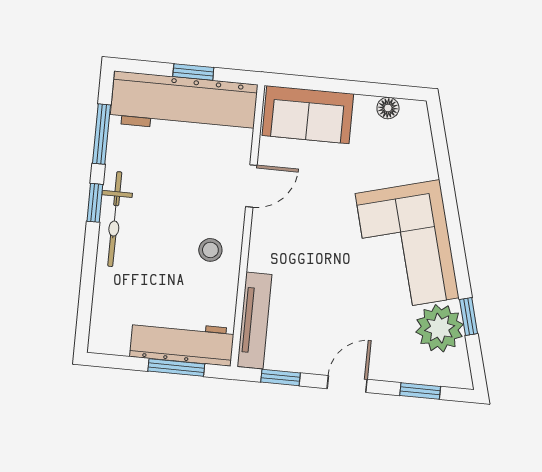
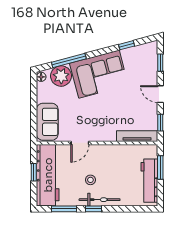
floor lamp: (388, 108) -> (41, 77), moved
window: (446, 179) -> (69, 60), added
door: (251, 186) -> (80, 143), swing flipped
stool: (210, 250) -> (90, 180), moved
plant: (440, 328) -> (61, 76), moved
workbench: (182, 343) -> (149, 181), moved

